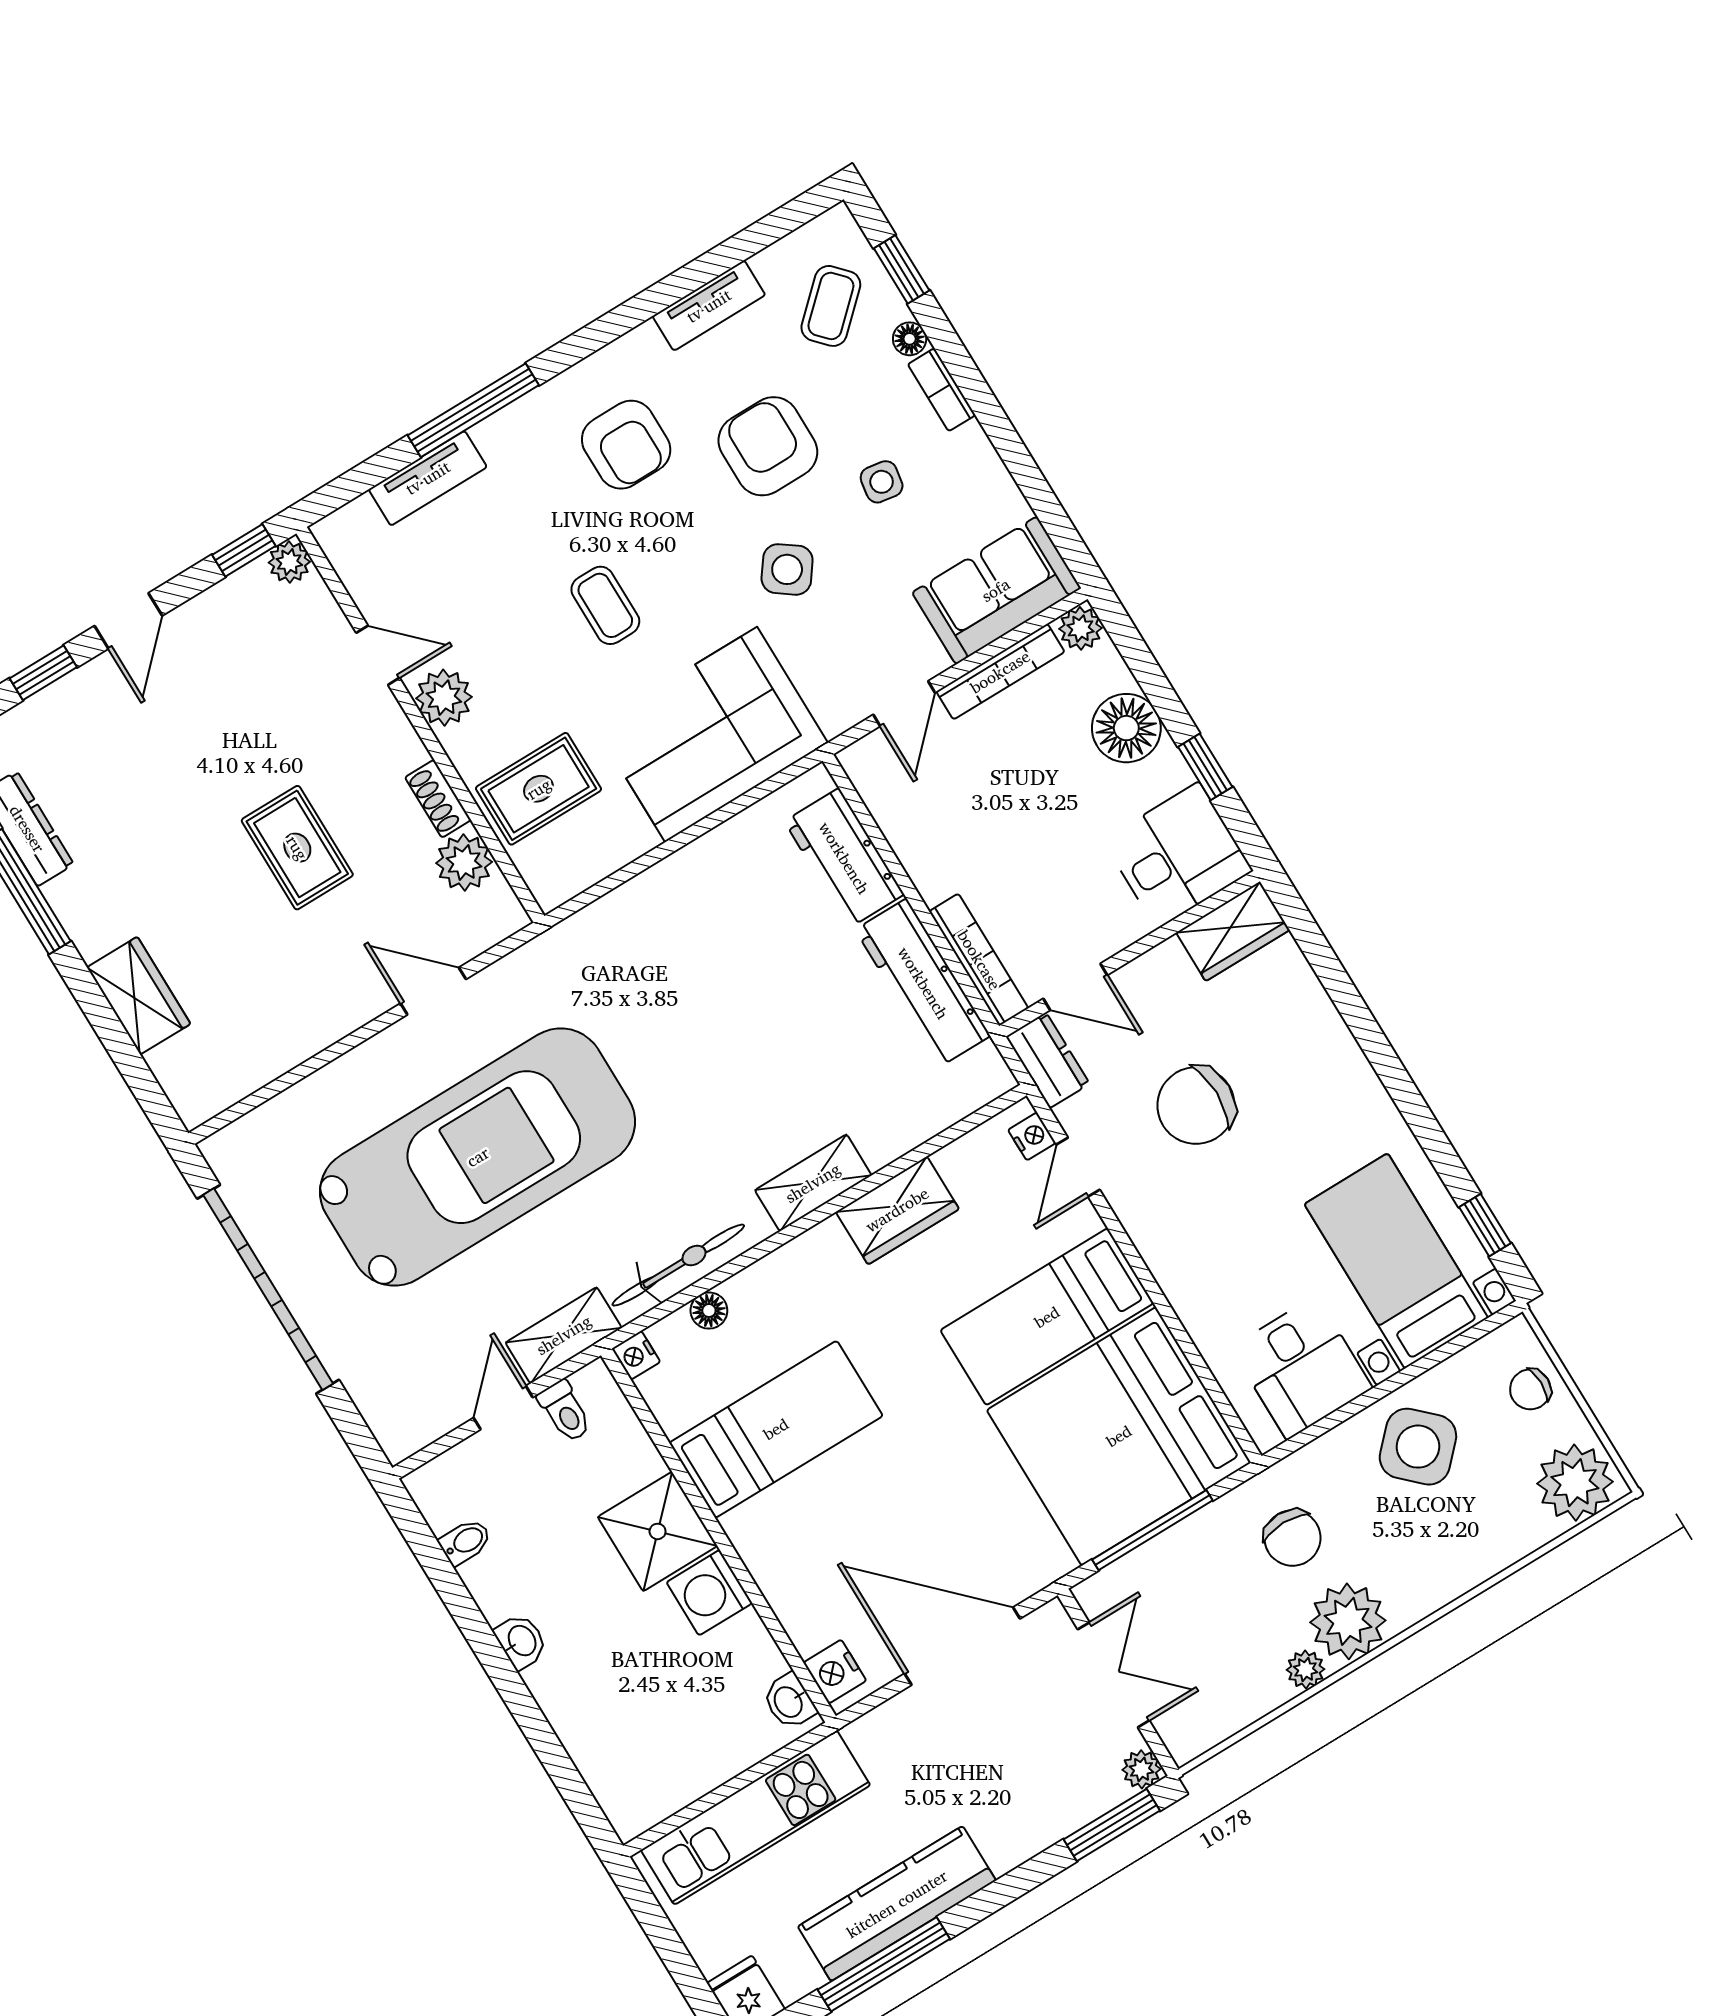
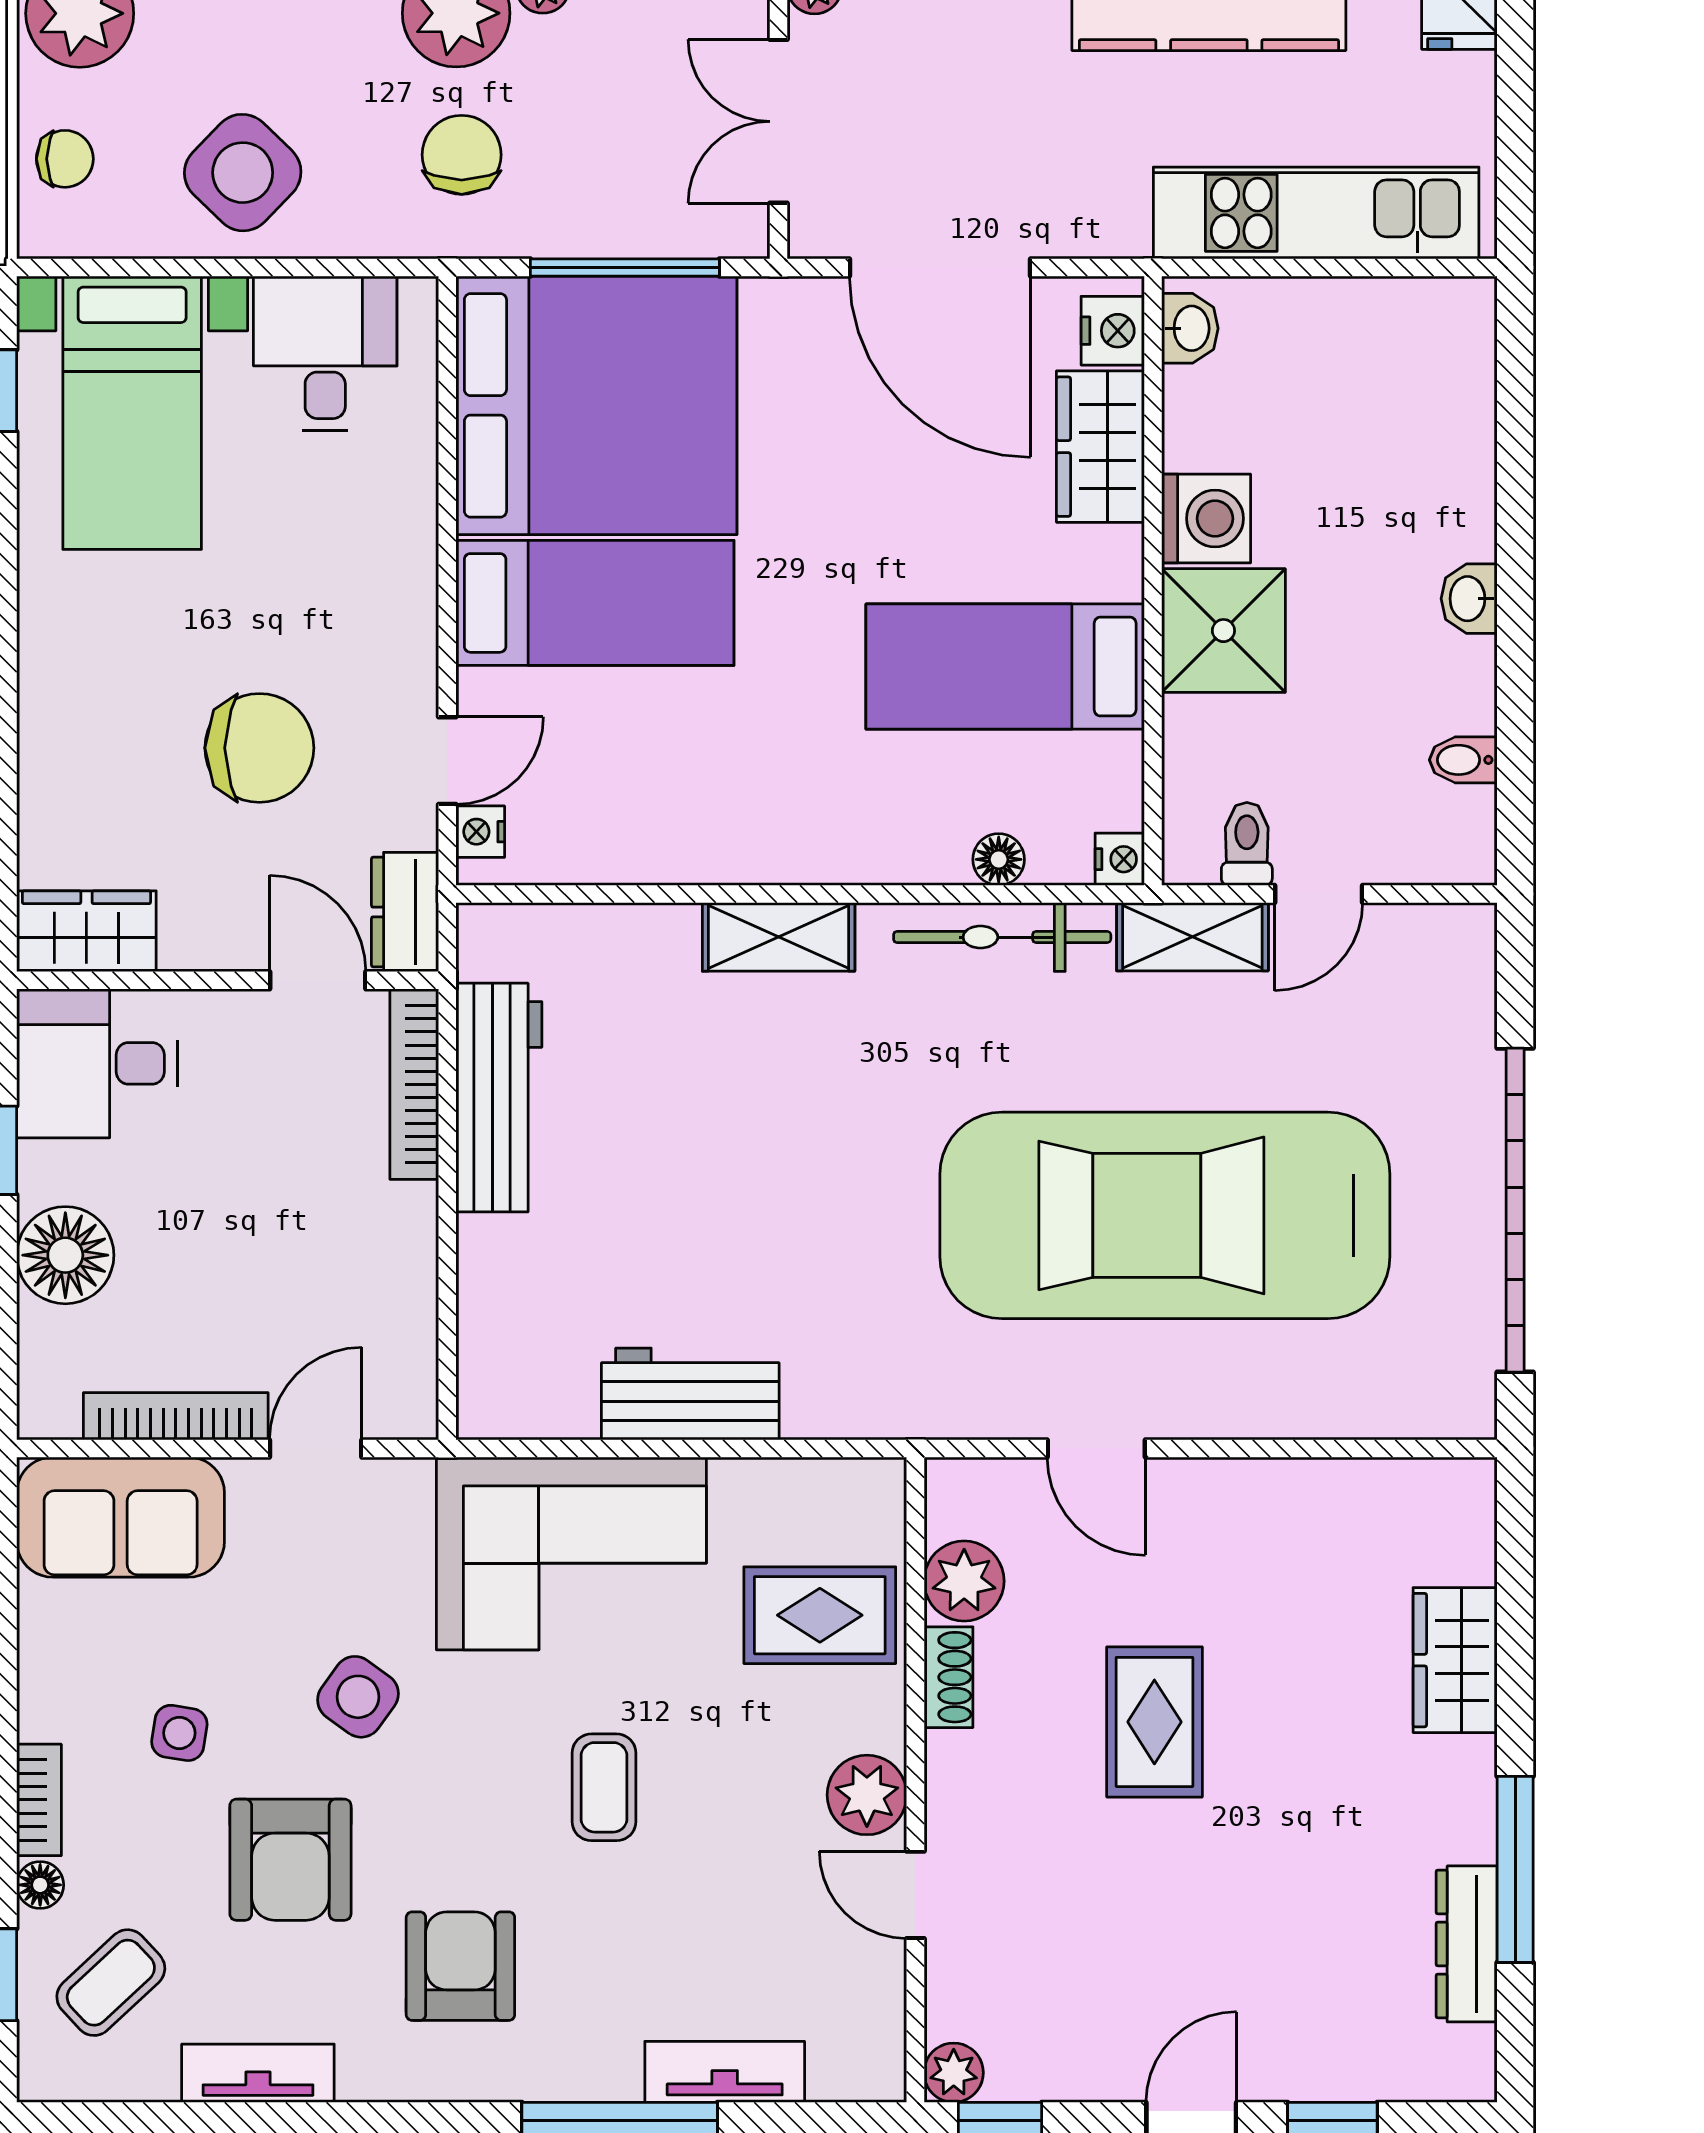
plant: (1081, 628) -> (47, 1409), removed
workbench: (844, 858) -> (690, 1394), moved, turned -90
wardrobe: (897, 1210) -> (1100, 447), moved, turned -90

